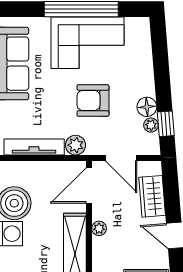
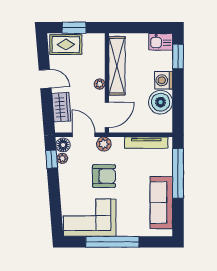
corner sofa: (88, 43) -> (90, 218), moved
floor lamp: (147, 107) -> (63, 145), moved
plant: (75, 145) -> (104, 144), moved

